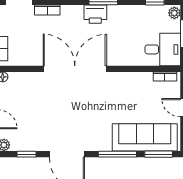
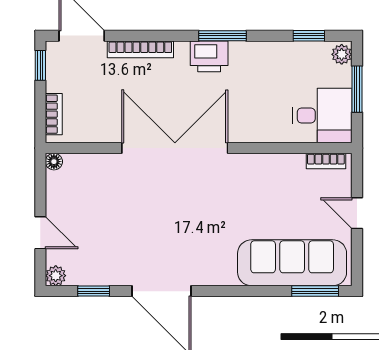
bookcase: (47, 10) -> (140, 49), width x1.56
window: (117, 154) -> (246, 291), removed

